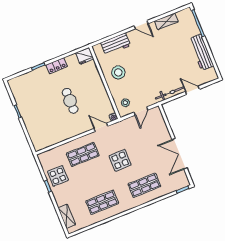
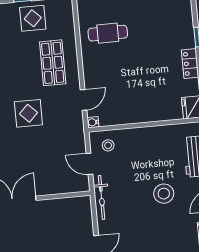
stool: (118, 72) -> (164, 194), moved
bicycle: (170, 93) -> (102, 197), moved
cafe table: (70, 101) -> (108, 33), moved

